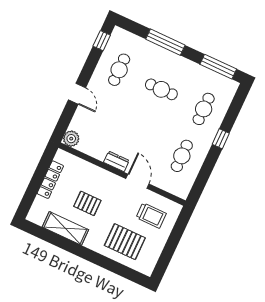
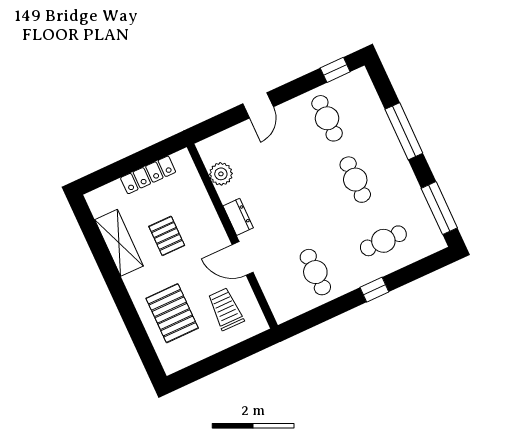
cafe table: (119, 70) -> (327, 118), turned 90
plant: (71, 139) -> (221, 174), moved
cafe table: (182, 156) -> (315, 272), turned 90
door: (137, 181) -> (243, 258), swing flipped
trolley: (151, 215) -> (226, 309), turned 180

